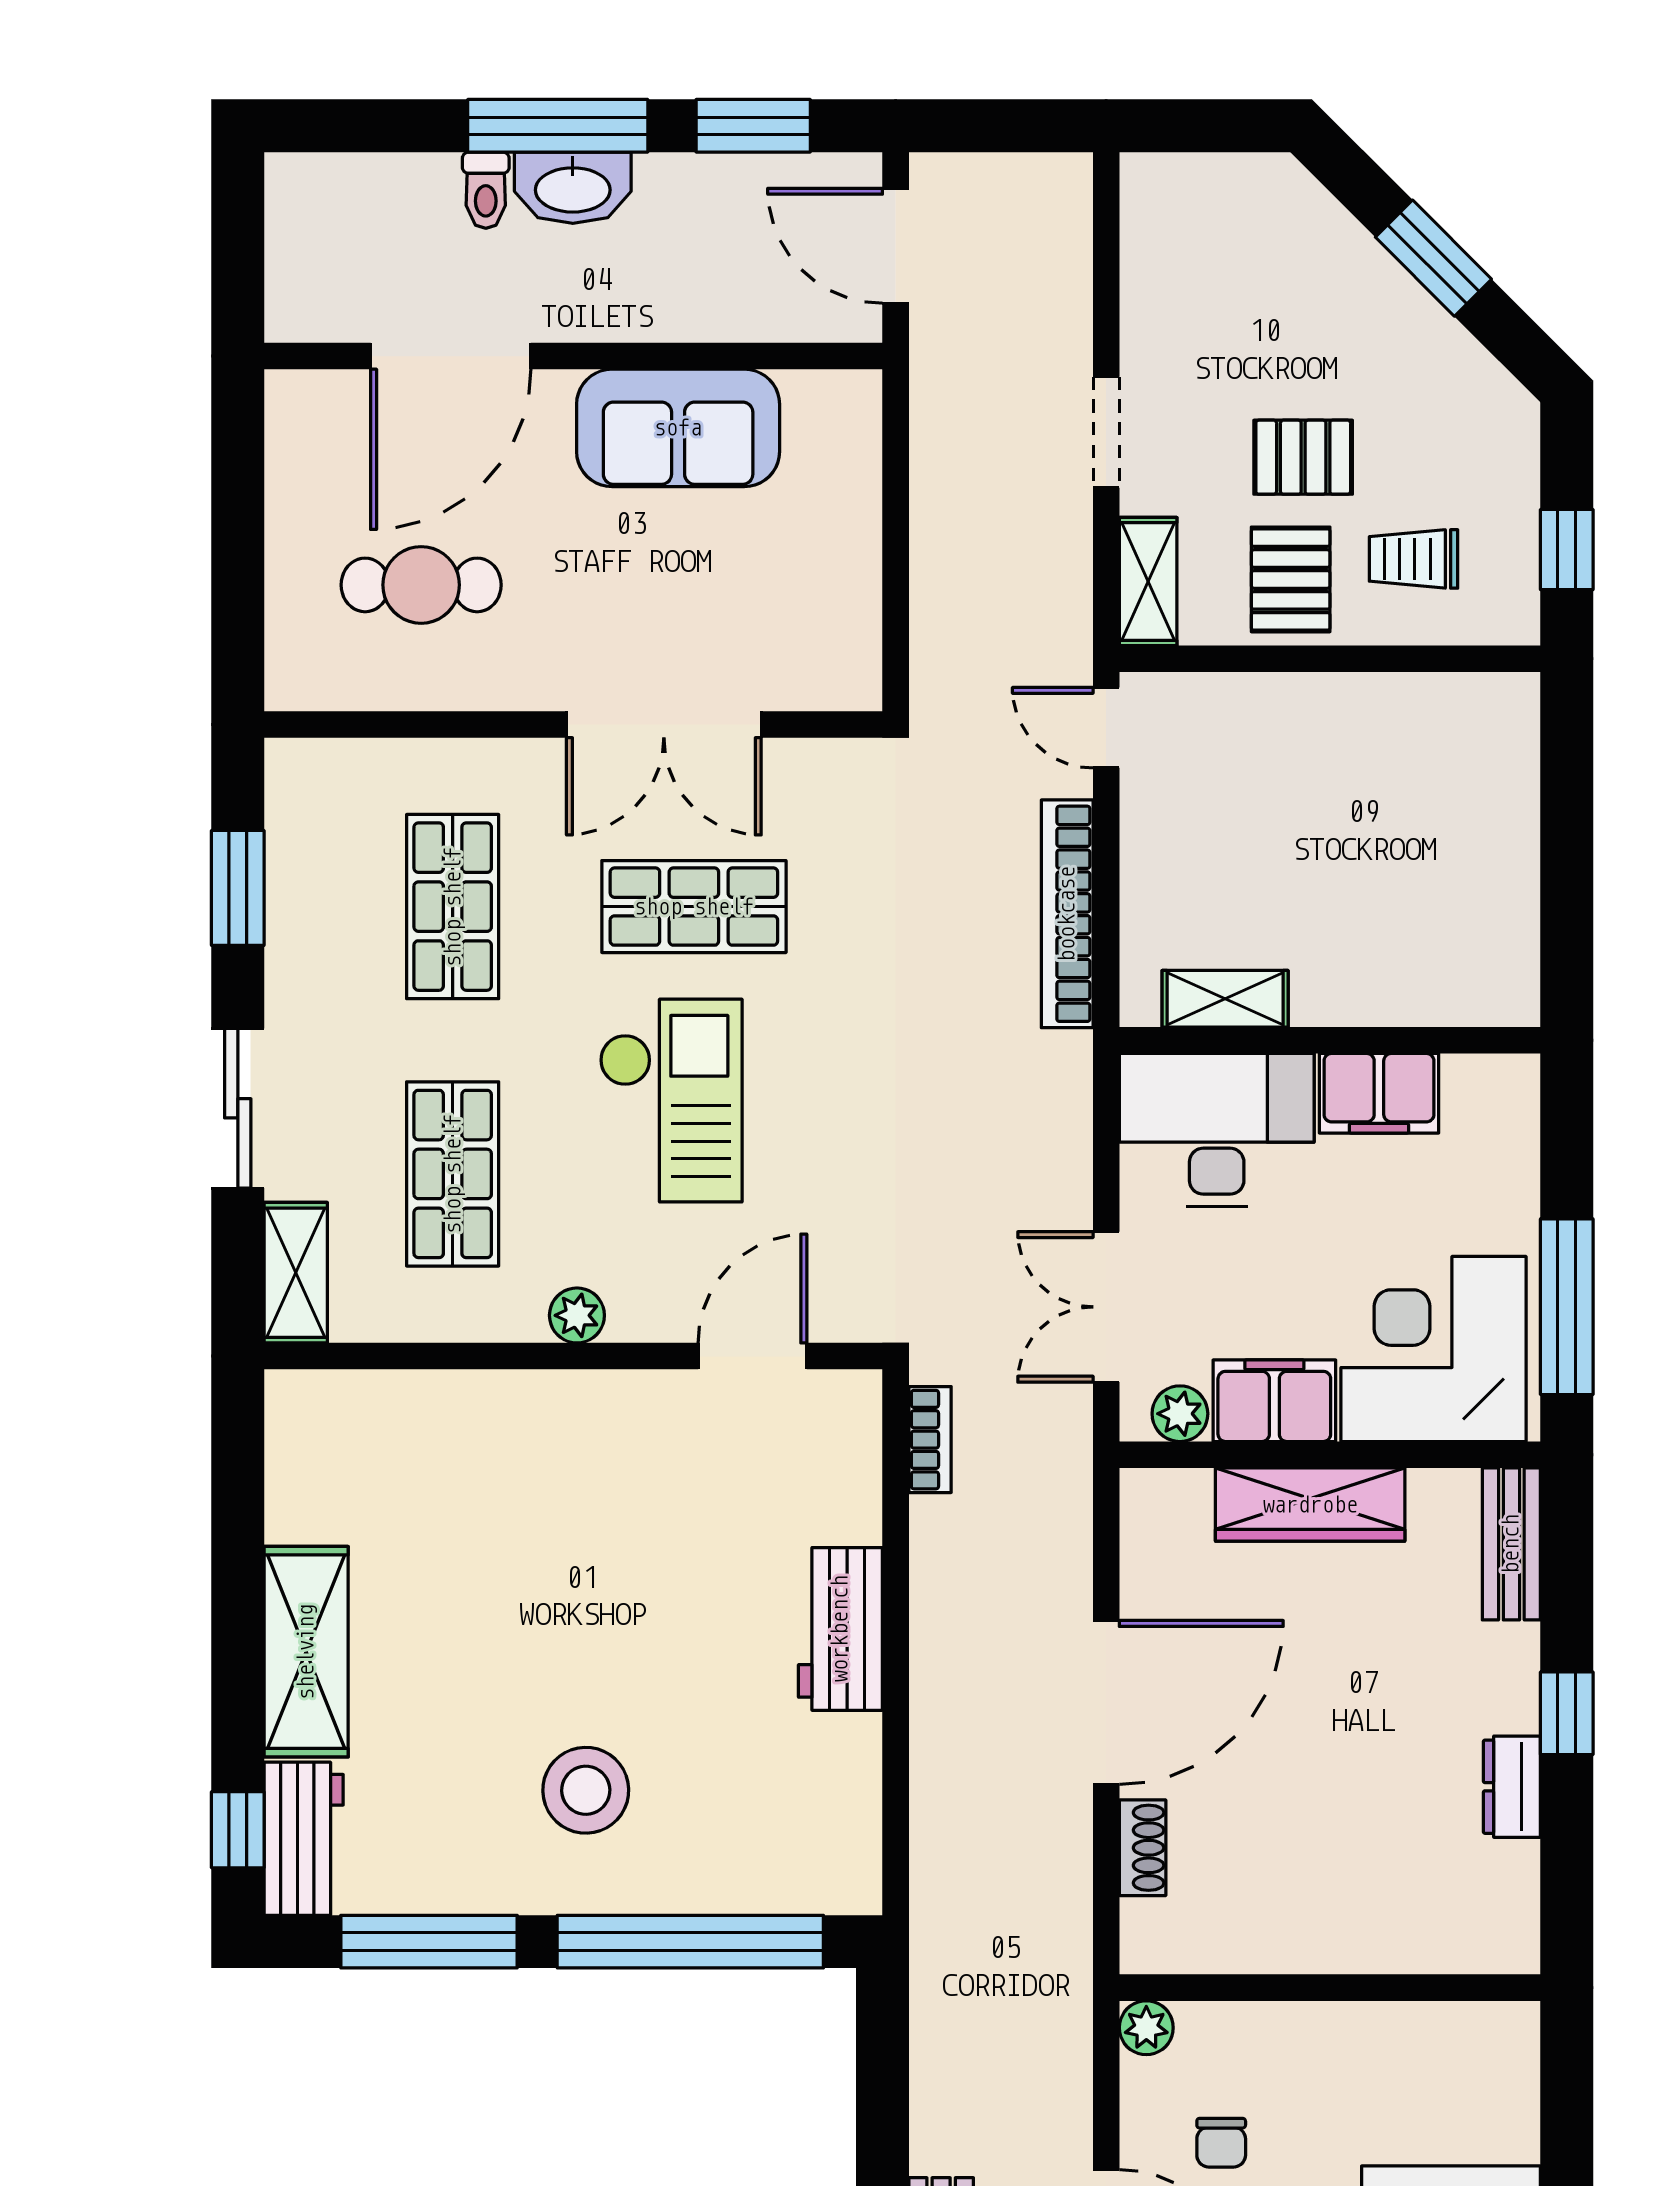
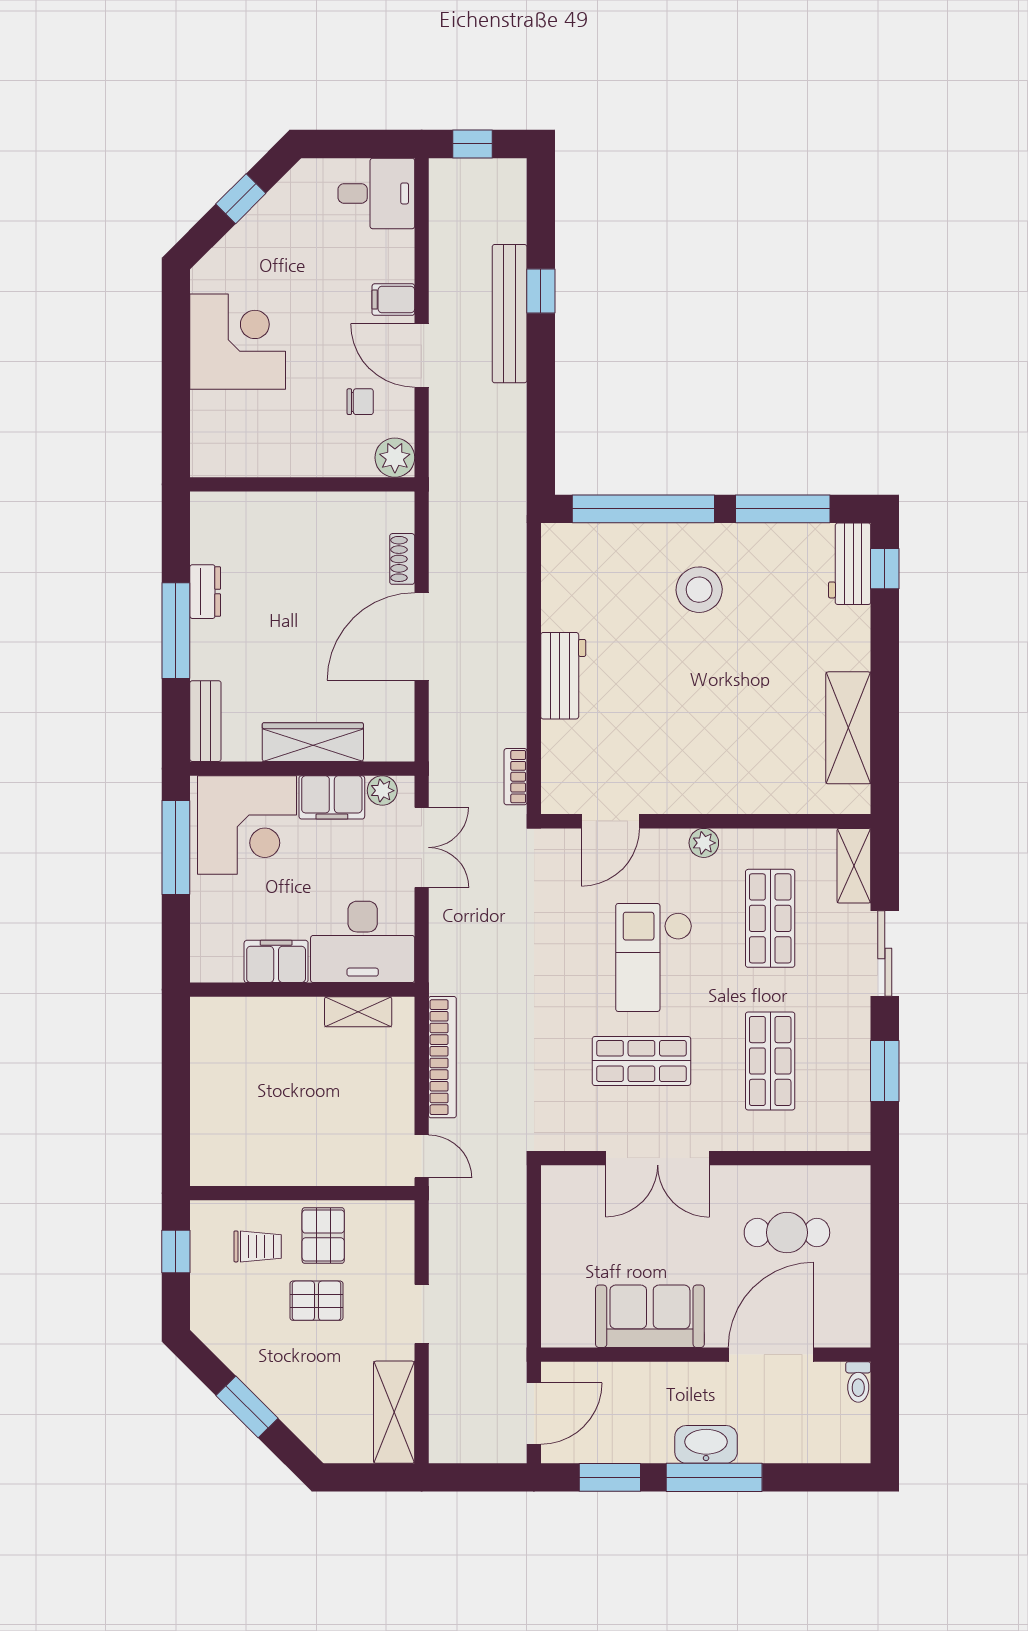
toilet: (486, 190) -> (858, 1382), moved, turned 180
door: (896, 246) -> (534, 1413), hinge flipped
shelving: (1148, 582) -> (394, 1412), moved, width x1.50, depth x1.33
double door: (664, 724) -> (658, 1158), swing flipped
shelving: (306, 1652) -> (848, 728), moved
window: (1567, 1713) -> (176, 631), width x2.17
plant: (1146, 2028) -> (395, 458), width x1.38, depth x1.38
chair: (1221, 2143) -> (360, 402), turned 90

